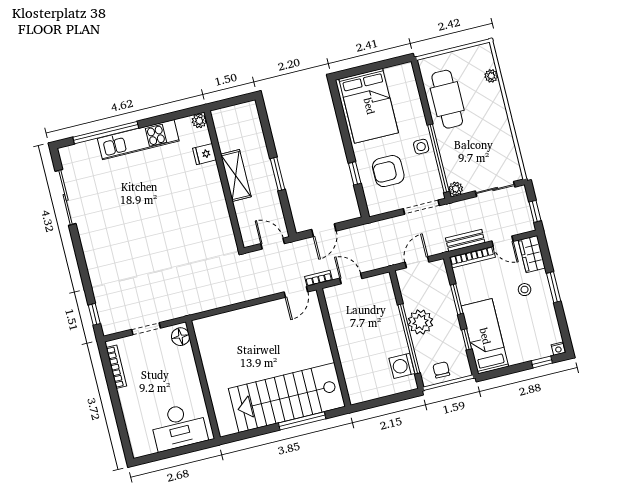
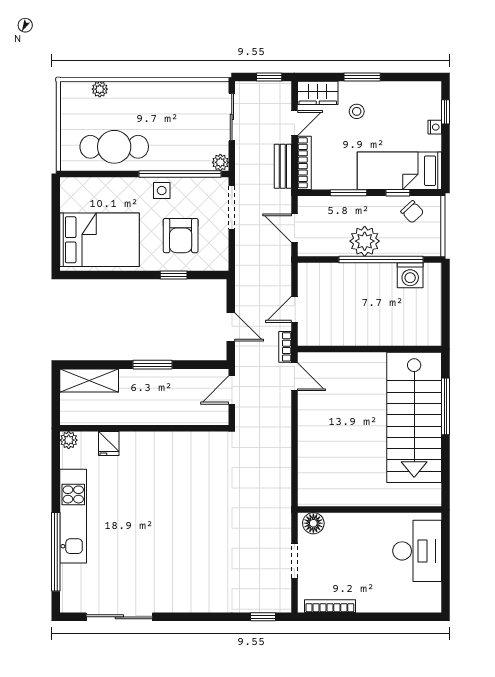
shelving: (236, 176) -> (89, 380), moved
nightstand: (558, 349) -> (435, 127), moved
chair: (441, 370) -> (412, 212), moved, turned -133

